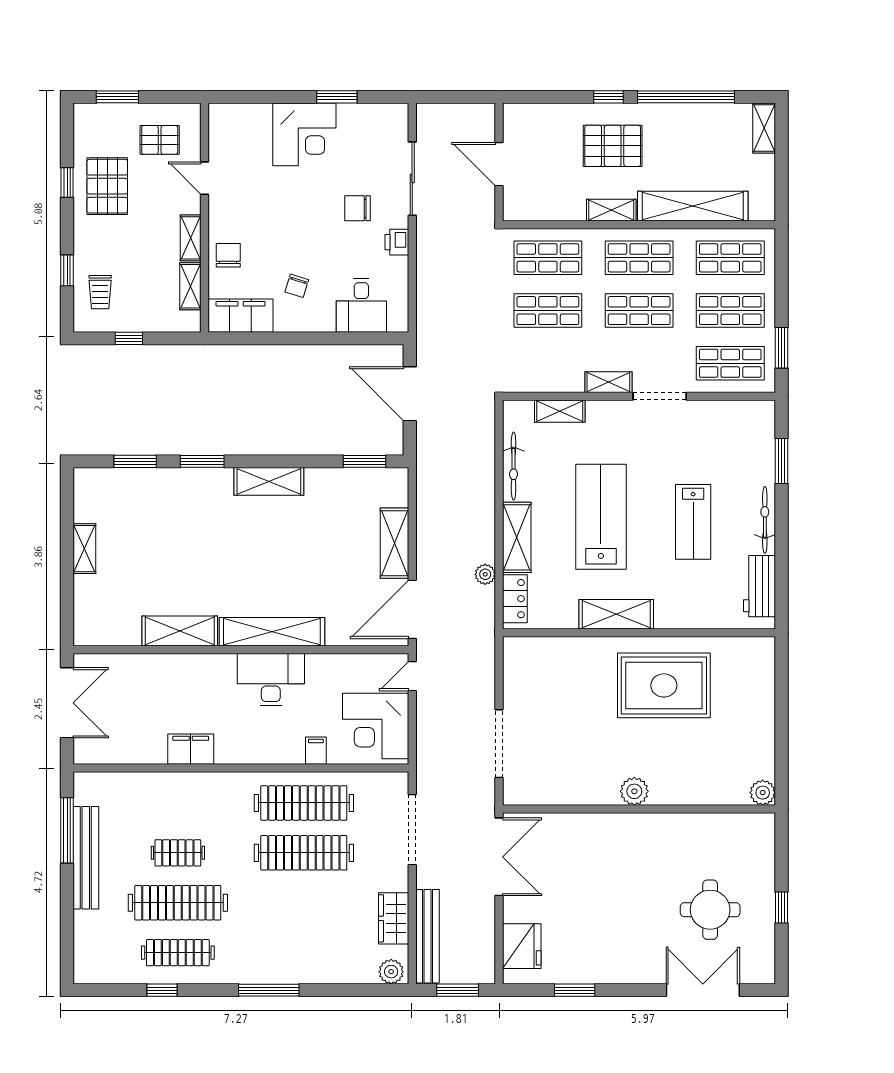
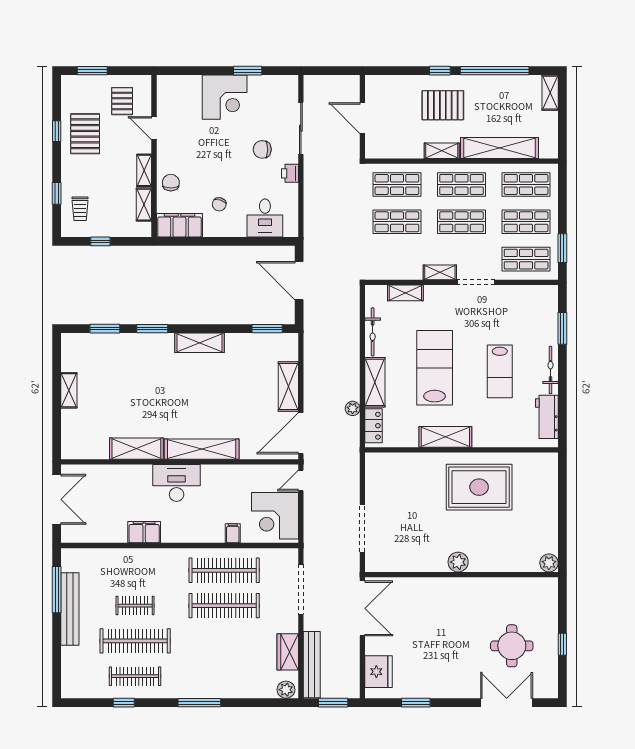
pallet: (160, 140) -> (122, 101), turned 90
desk: (271, 680) -> (177, 483), moved

